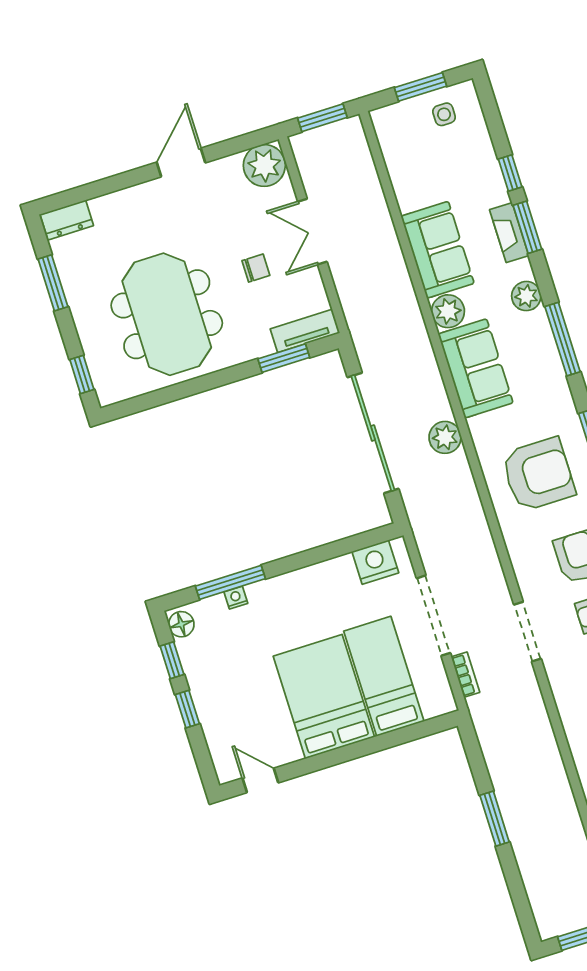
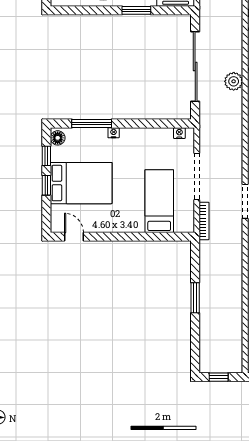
window: (284, 358) -> (136, 10), moved
nightstand: (375, 562) -> (179, 133), width x0.53, depth x0.56
nightstand: (236, 598) -> (114, 133), moved
bookcase: (465, 675) -> (204, 221), width x1.56
bed: (324, 697) -> (81, 183), moved, turned 90

